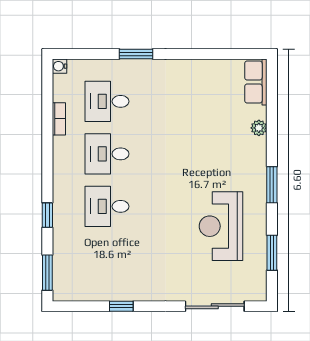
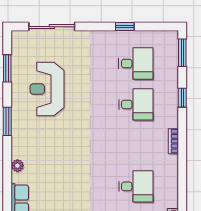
bookcase: (59, 119) -> (173, 141), moved
desk: (107, 154) -> (136, 63), moved
reception desk: (221, 226) -> (47, 89), turned 180

